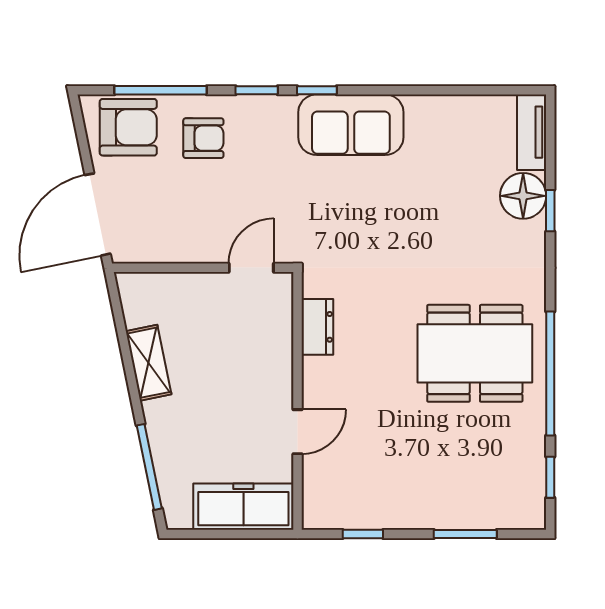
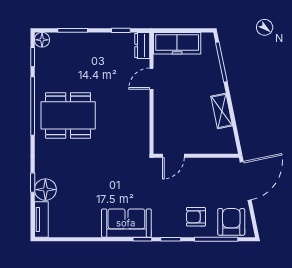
armchair: (128, 127) -> (231, 222), turned 90
dresser: (317, 327) -> (142, 45), moved
floor lamp: (530, 514) -> (42, 40), added

